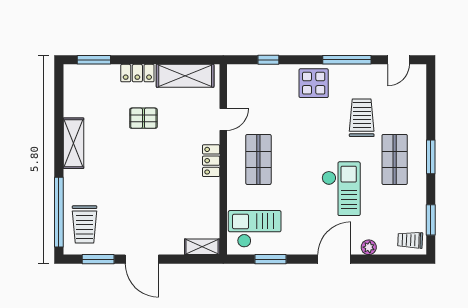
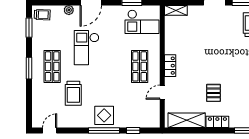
window: (347, 60) -> (104, 130), moved
pallet: (143, 118) -> (213, 93), turned 90

